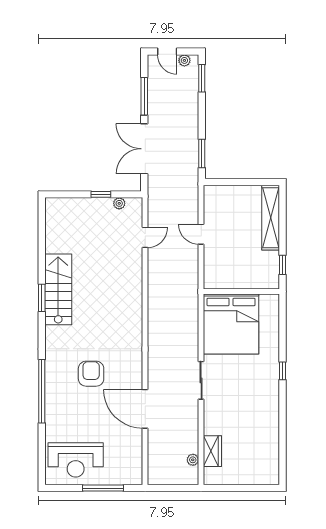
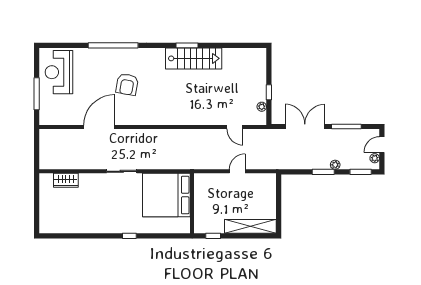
window: (202, 153) -> (323, 172), moved
armchair: (91, 374) -> (127, 84), turned 100
plant: (193, 460) -> (335, 165), moved

